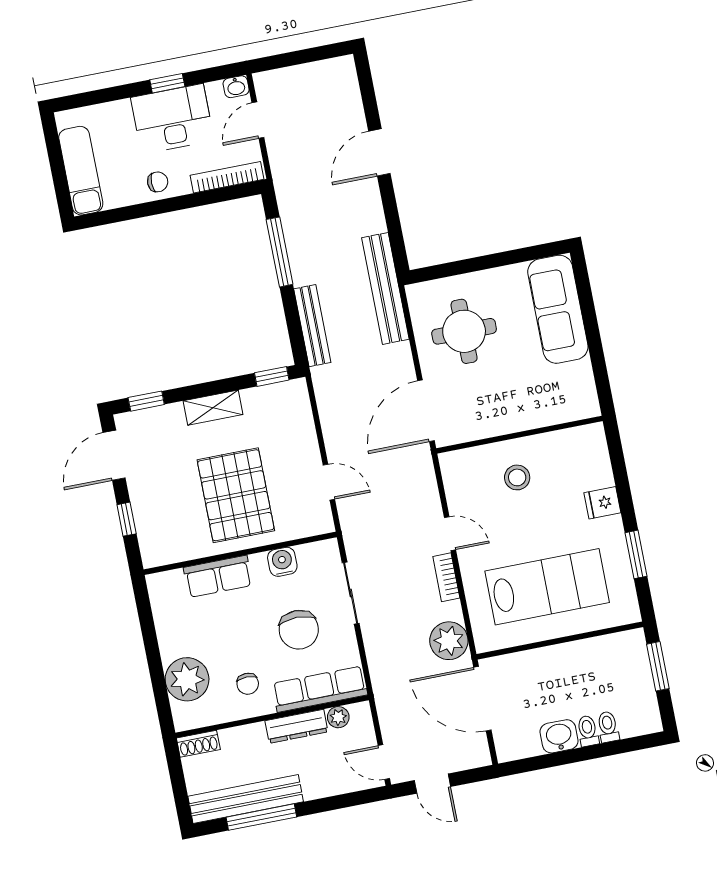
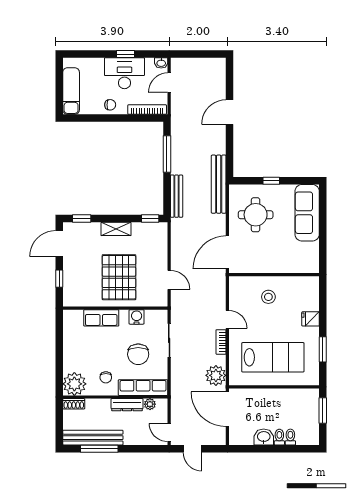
window: (481, 263) -> (271, 181), added
plant: (187, 679) -> (74, 384), moved

